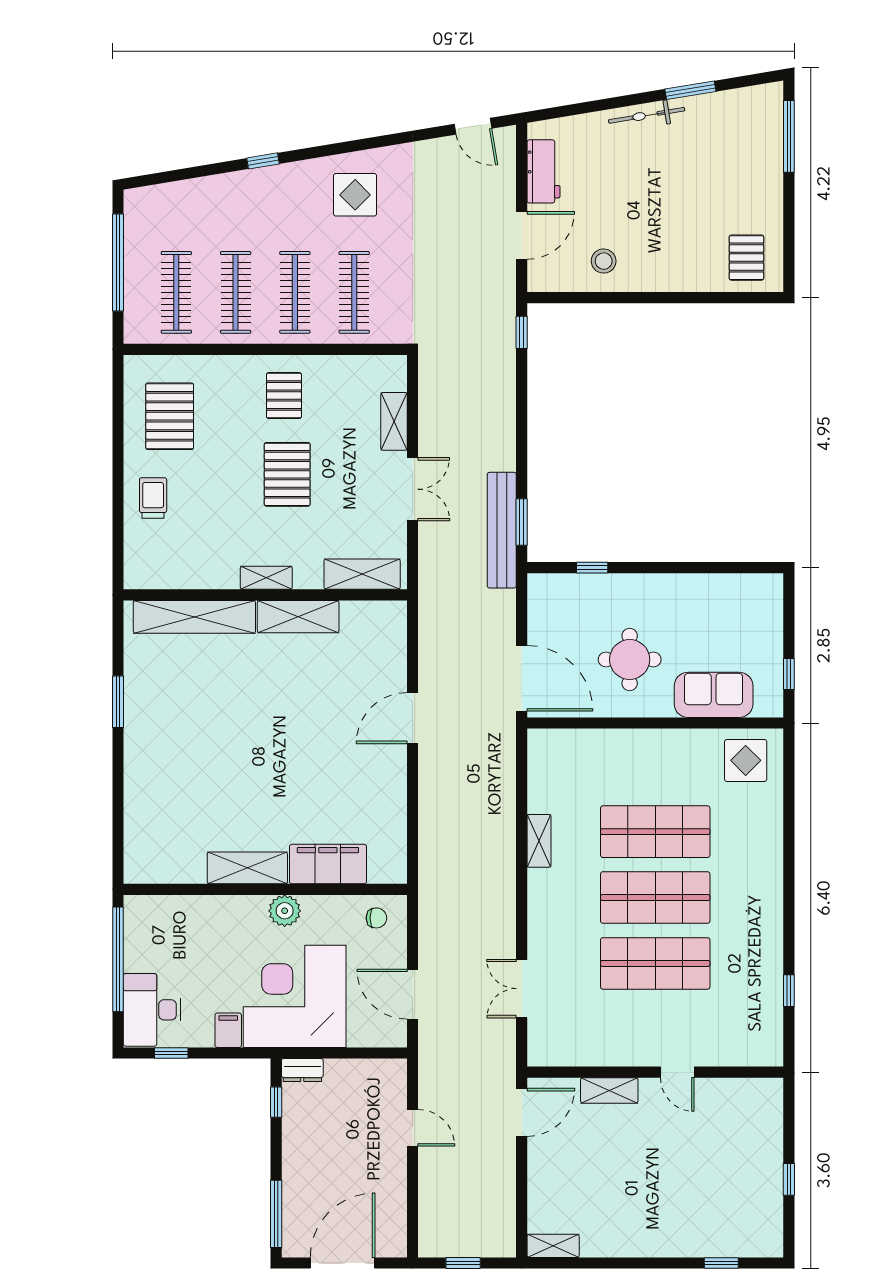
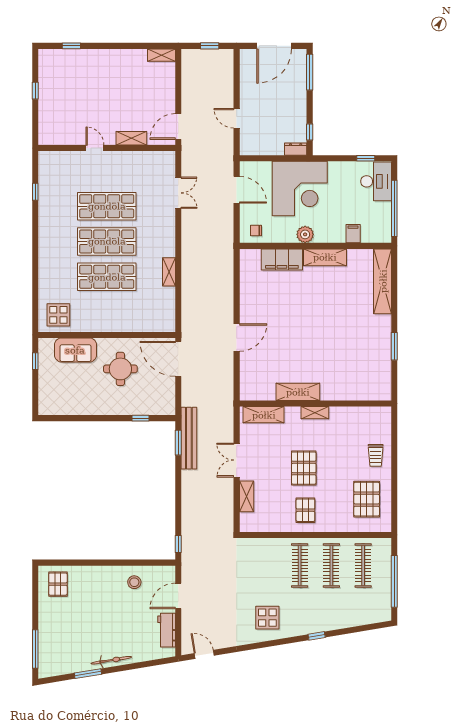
clothes rail: (354, 292) -> (268, 565), removed
shelving: (194, 617) -> (383, 281), moved, turned 90
filing cabinet: (228, 1030) -> (353, 234), moved, turned 180

